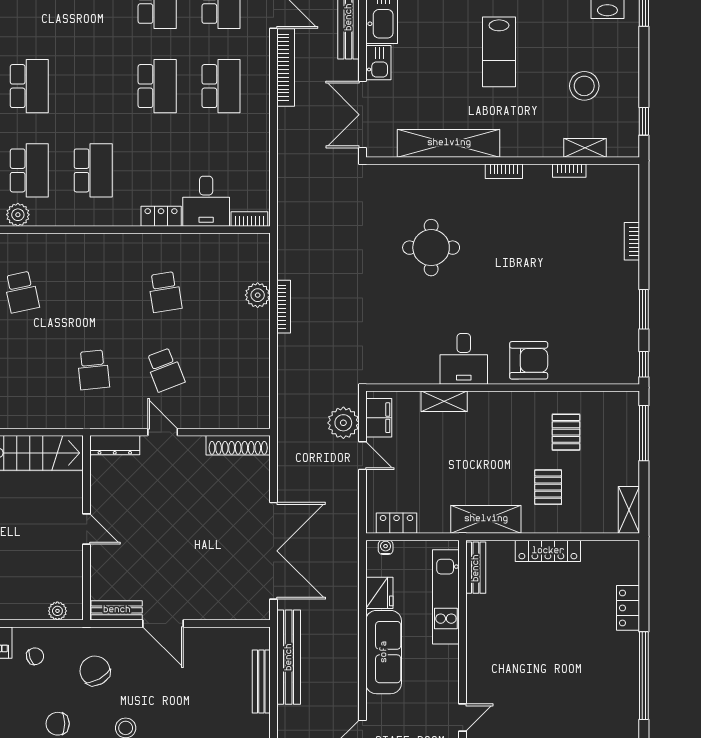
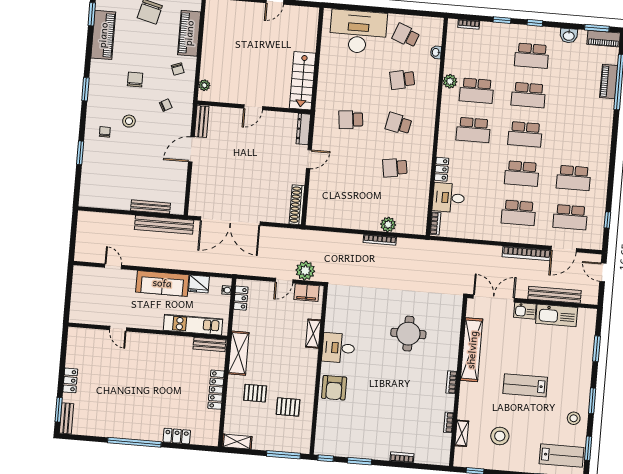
school desk: (93, 86) -> (525, 134), added
school desk: (165, 370) -> (399, 124), moved, turned 33
chair: (95, 671) -> (166, 105), width x0.54, depth x0.54

